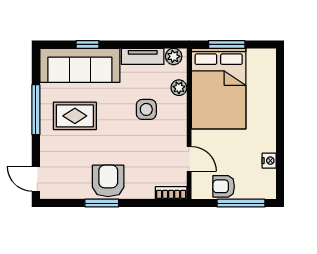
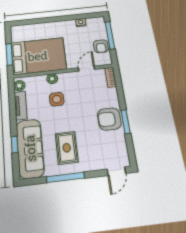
plant: (179, 88) -> (52, 79), moved

